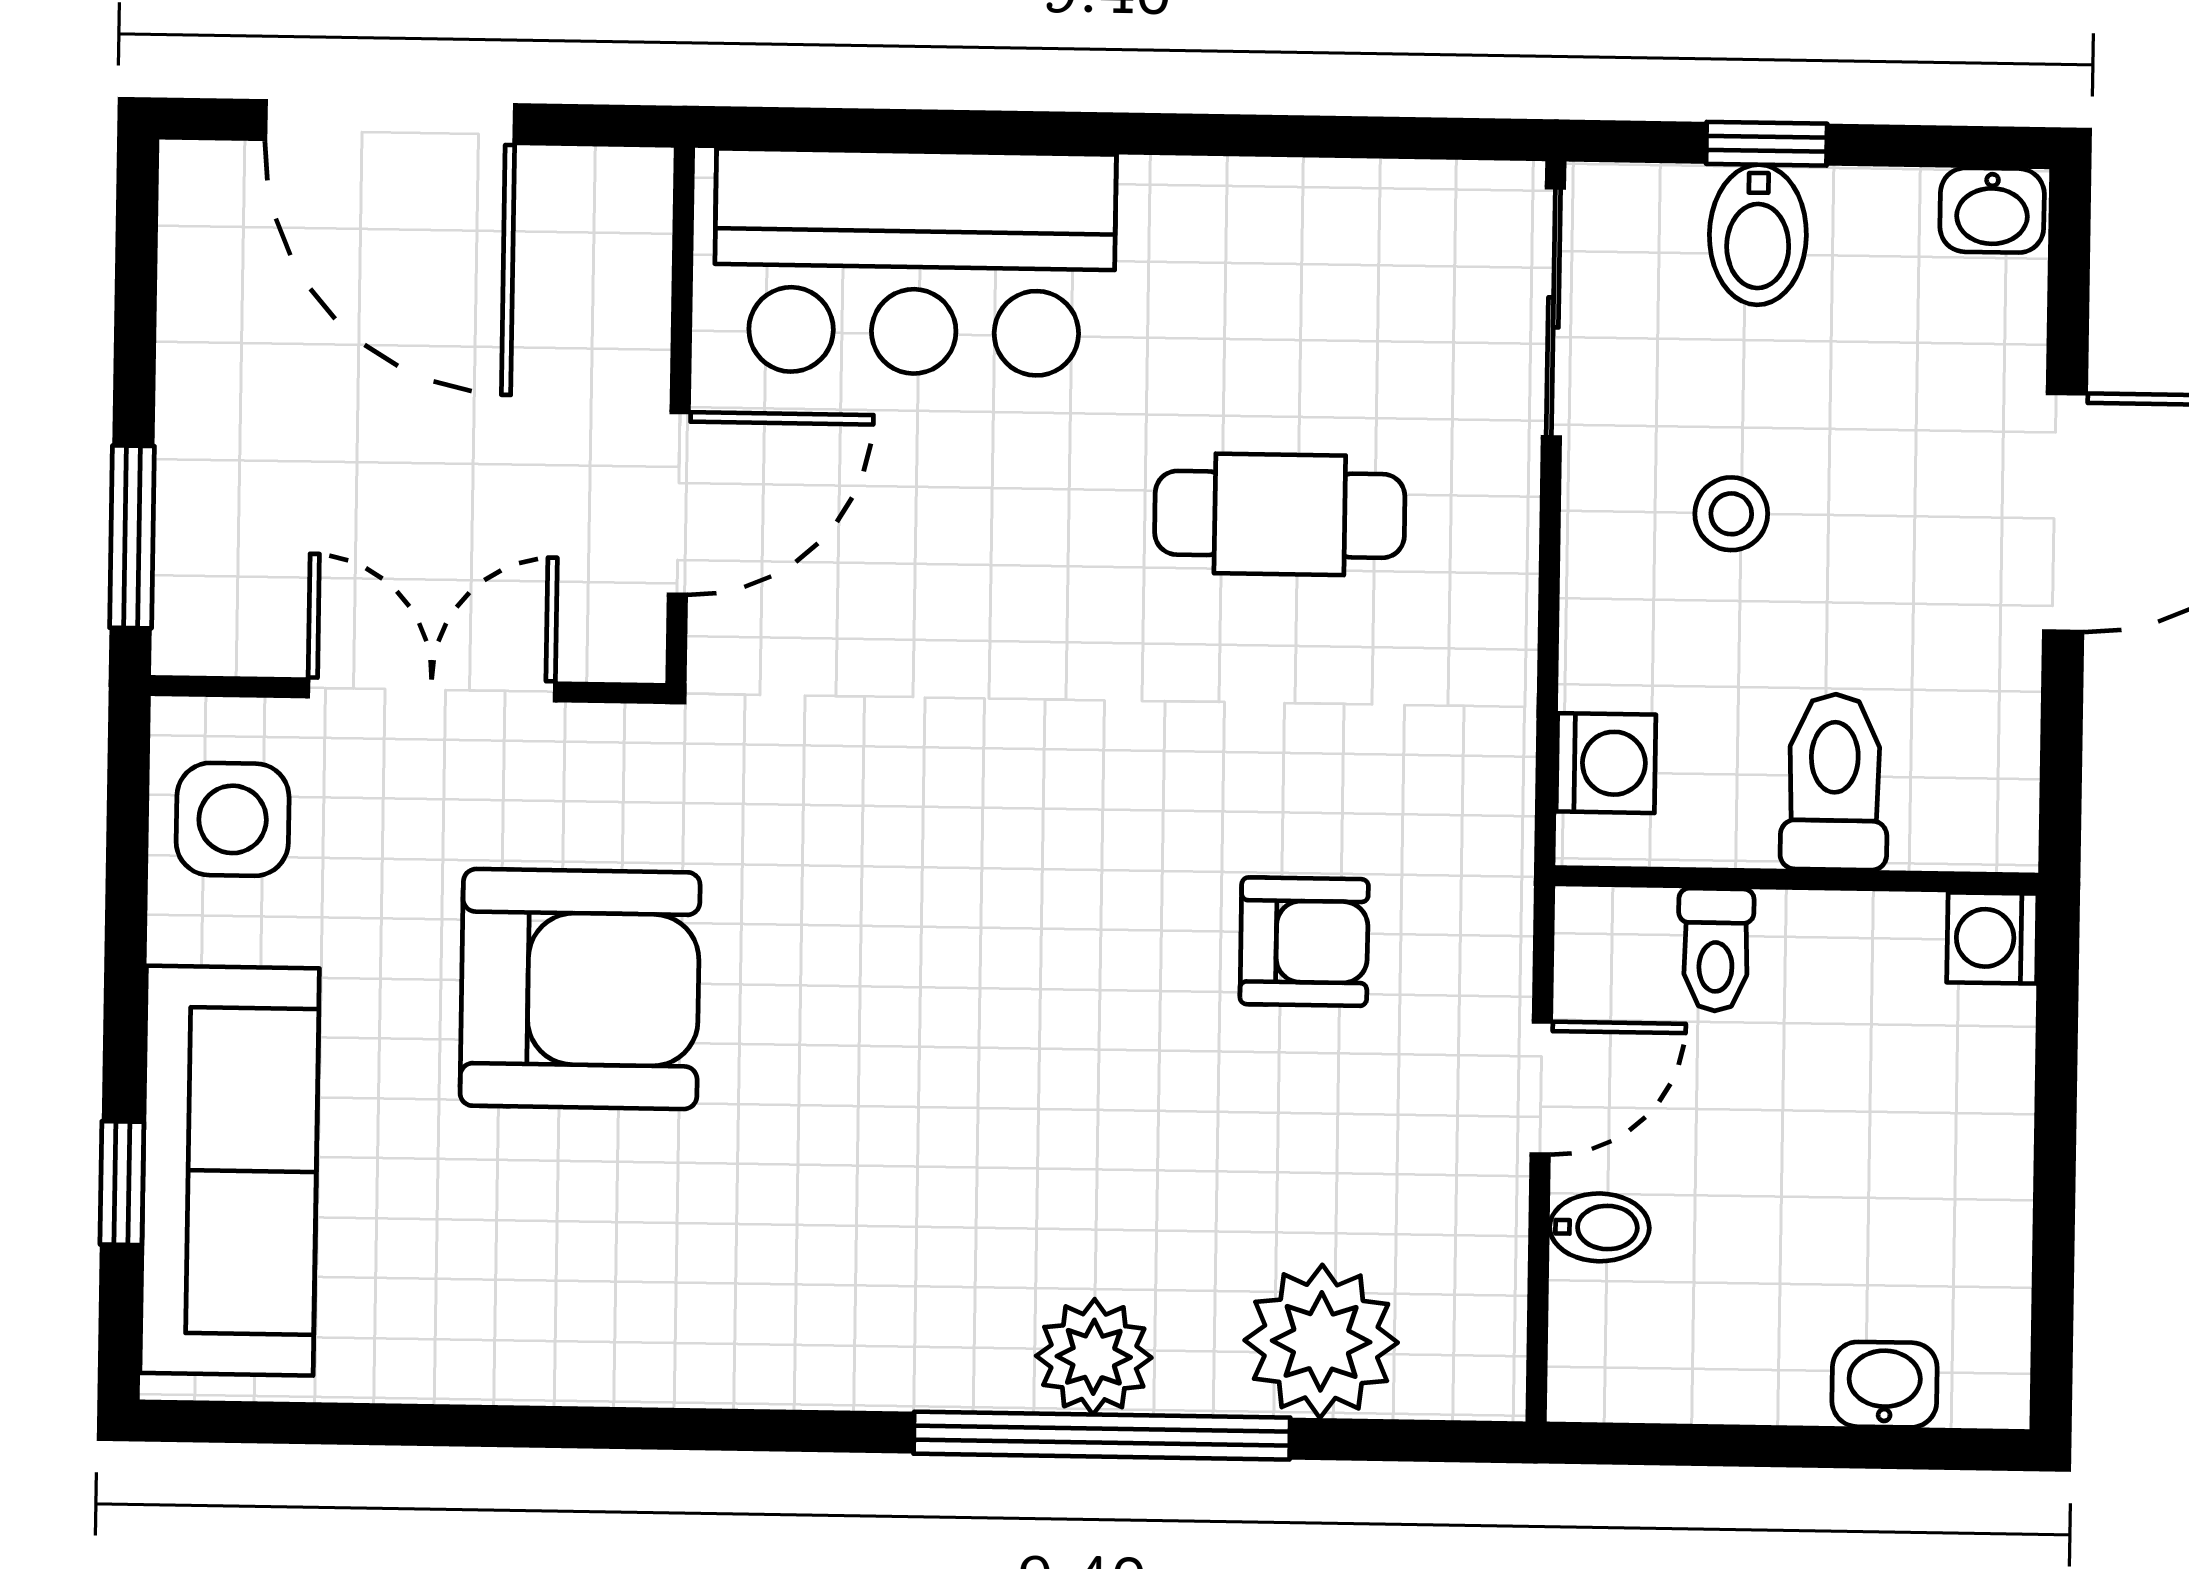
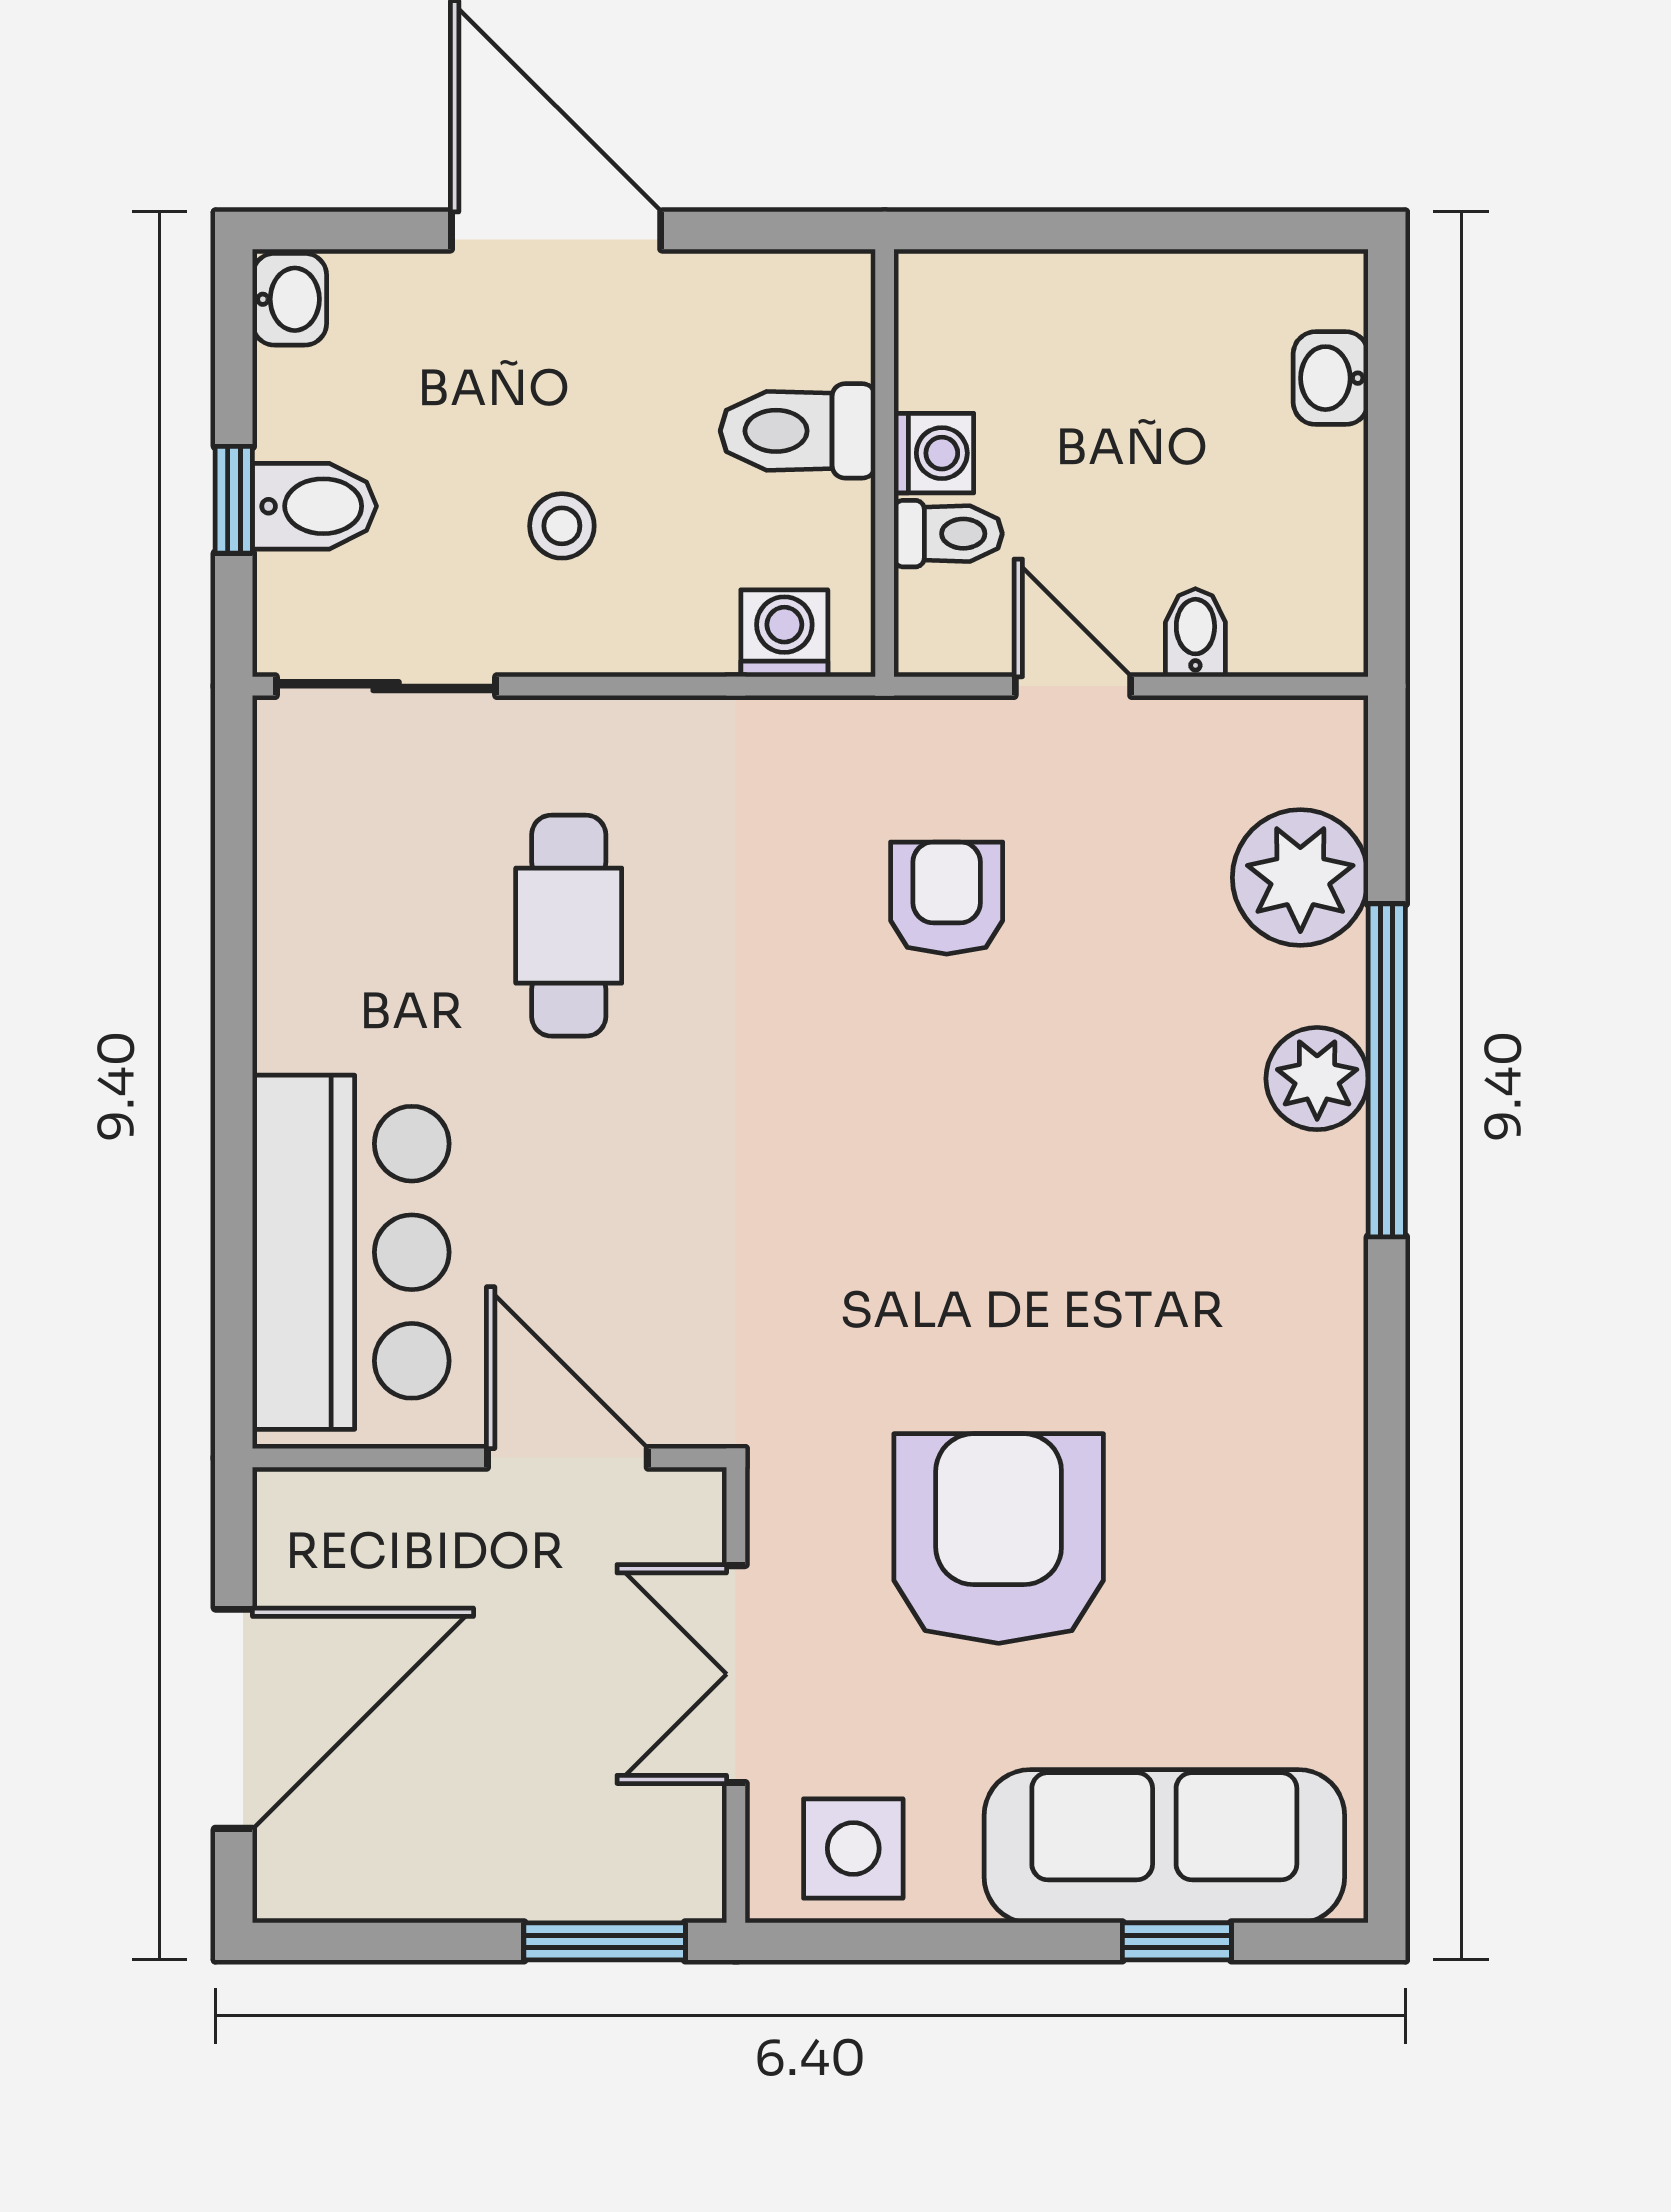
washing machine: (1992, 938) -> (934, 453), moved, turned -90

